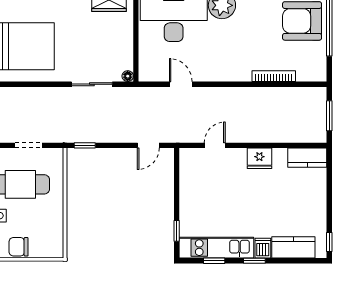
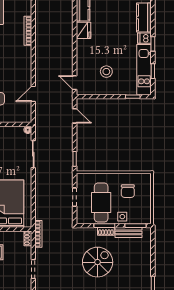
door: (215, 145) -> (75, 83), moved
fridge: (259, 158) -> (83, 30), moved
stool: (214, 192) -> (106, 72), added
chair: (19, 247) -> (128, 191), moved

